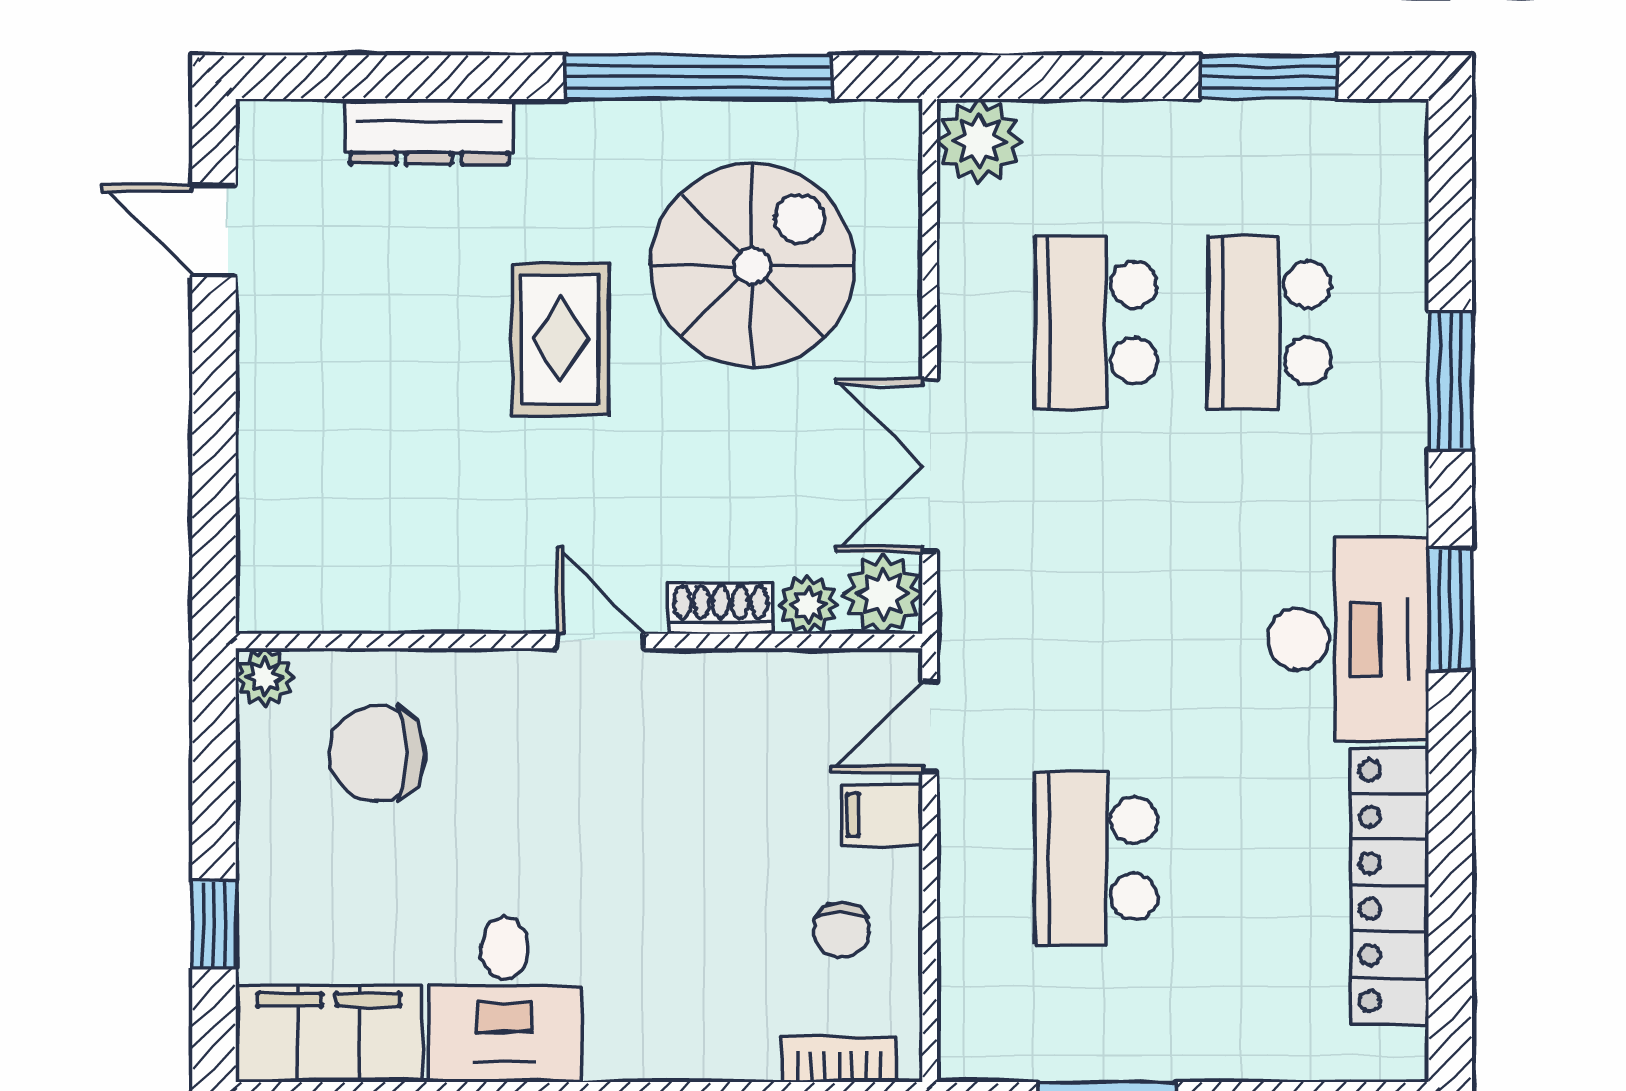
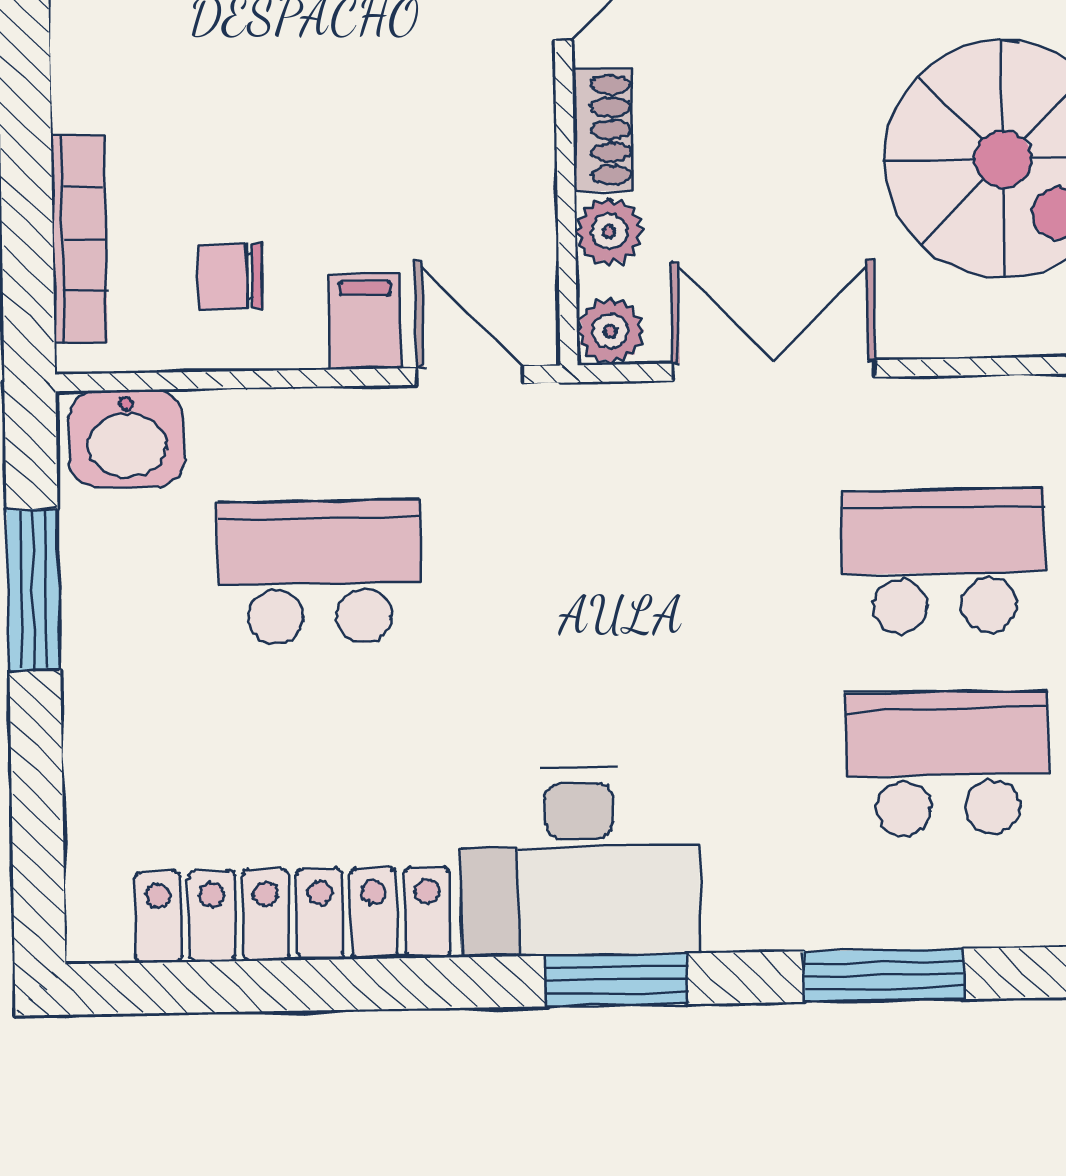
plant: (883, 594) -> (610, 331), width x0.73, depth x0.73
washbasin: (979, 1021) -> (127, 439), added
bookcase: (839, 1059) -> (79, 239), width x1.56

